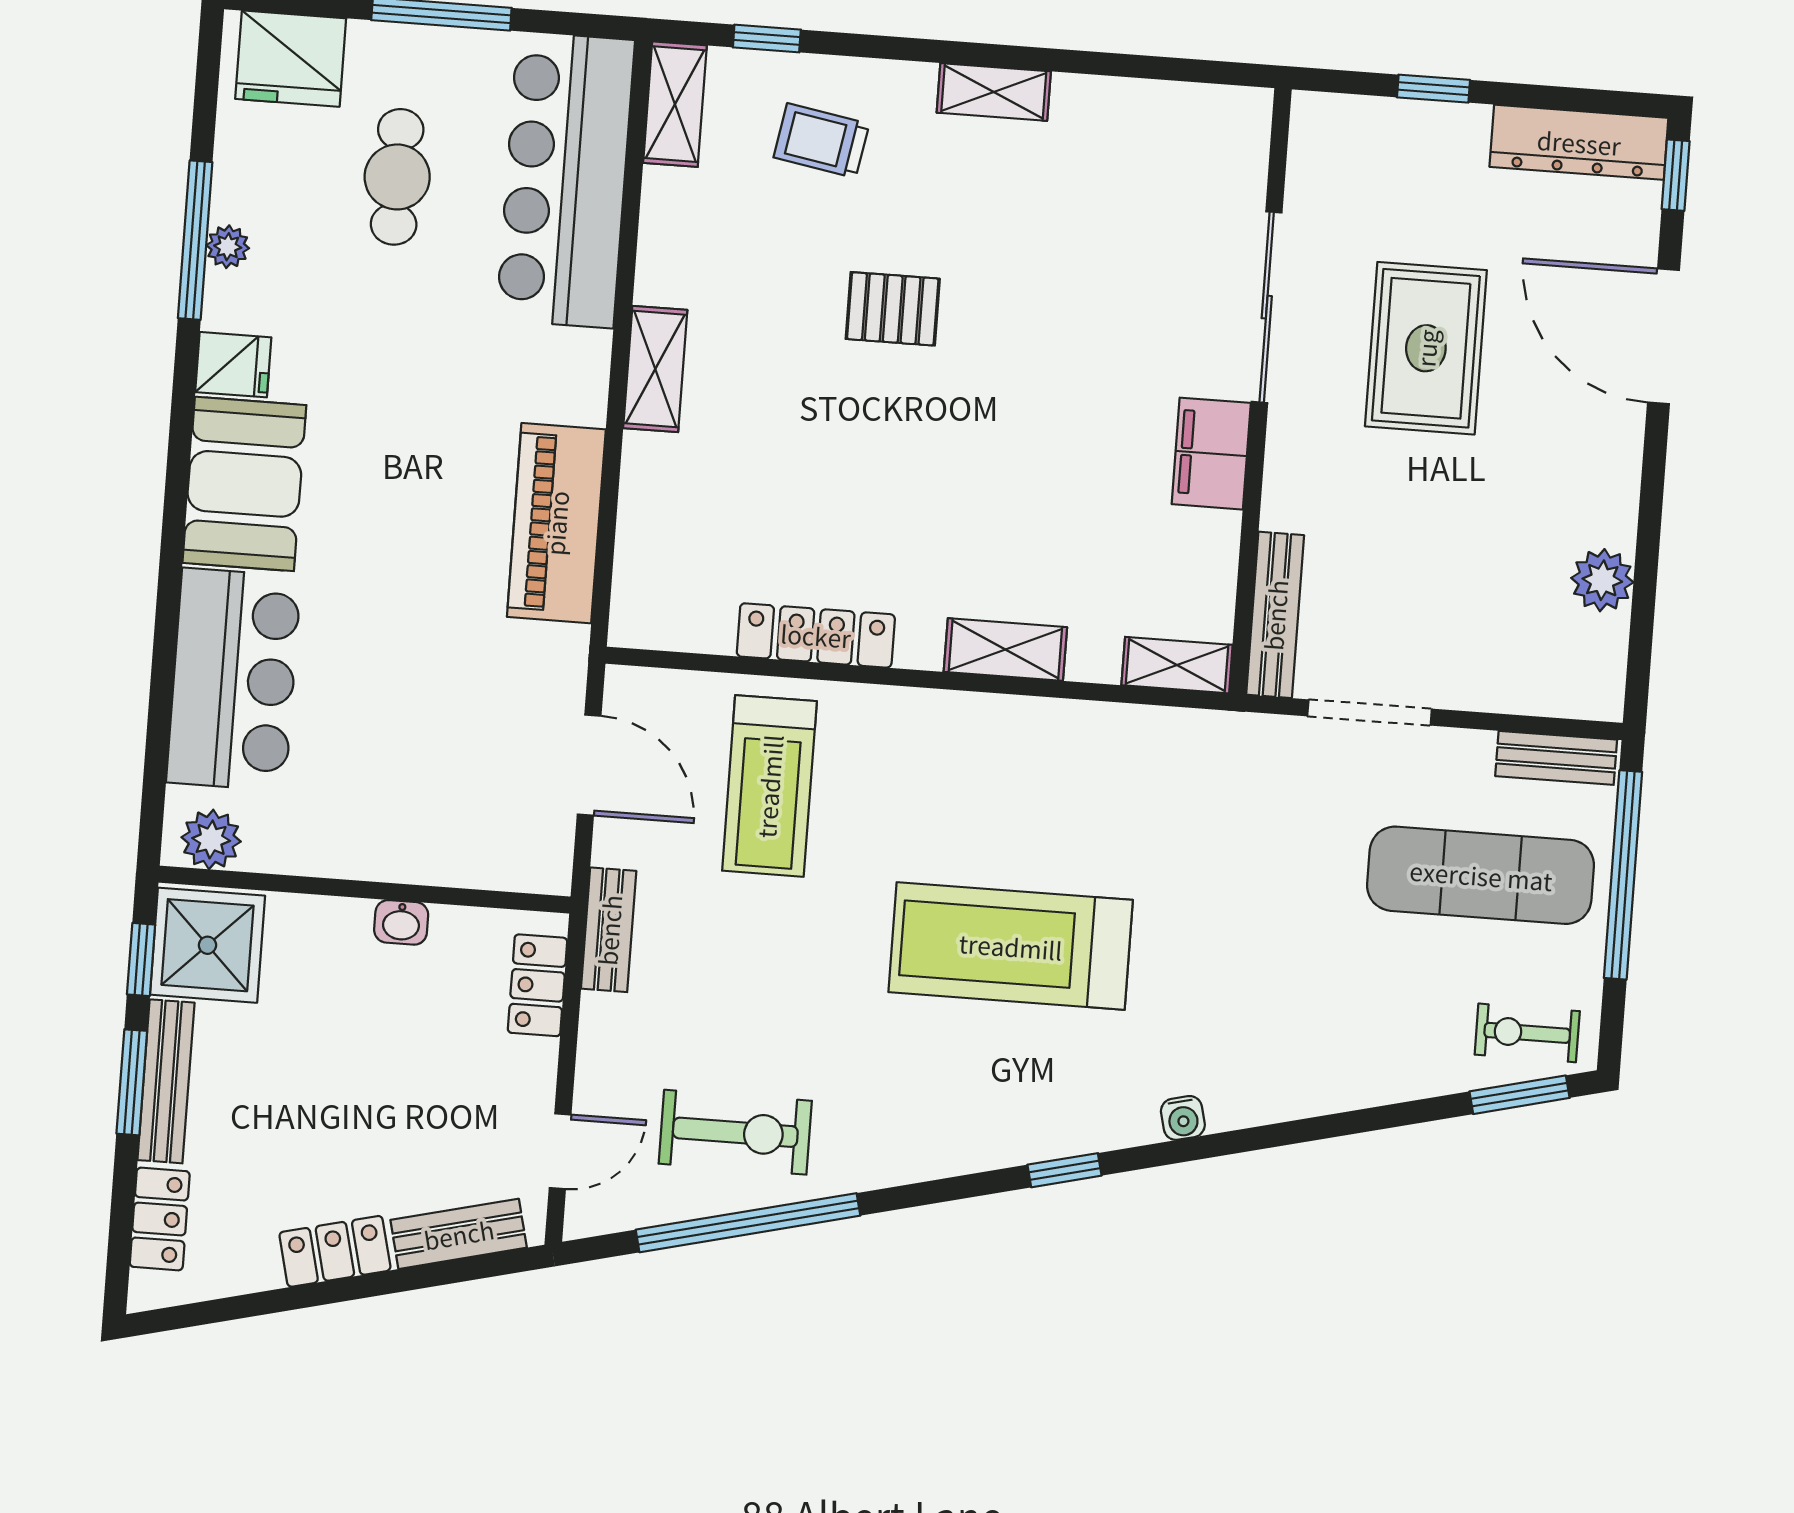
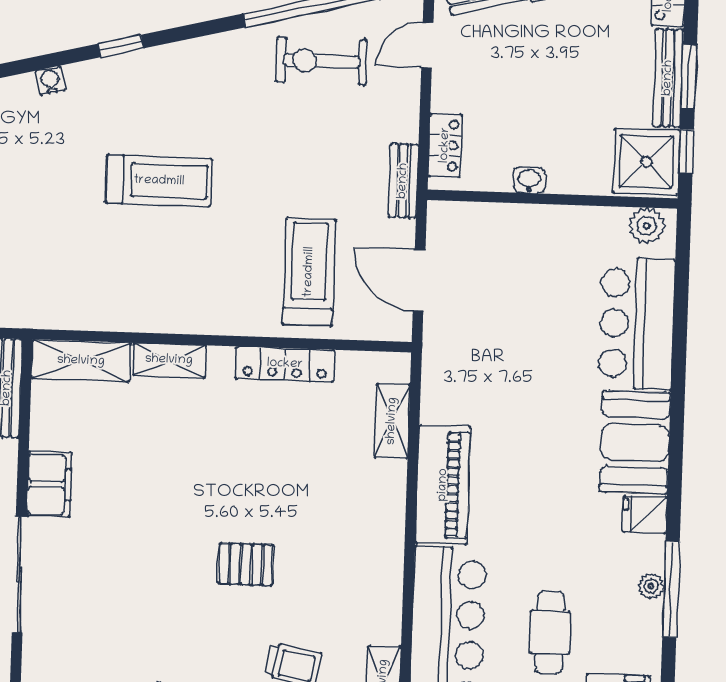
shelving: (655, 369) -> (392, 421), moved
piano: (556, 523) -> (443, 485), moved
shelving: (1177, 665) -> (81, 361), width x1.50, depth x1.33
treadmill: (1011, 946) -> (159, 181), width x0.73, depth x0.73

